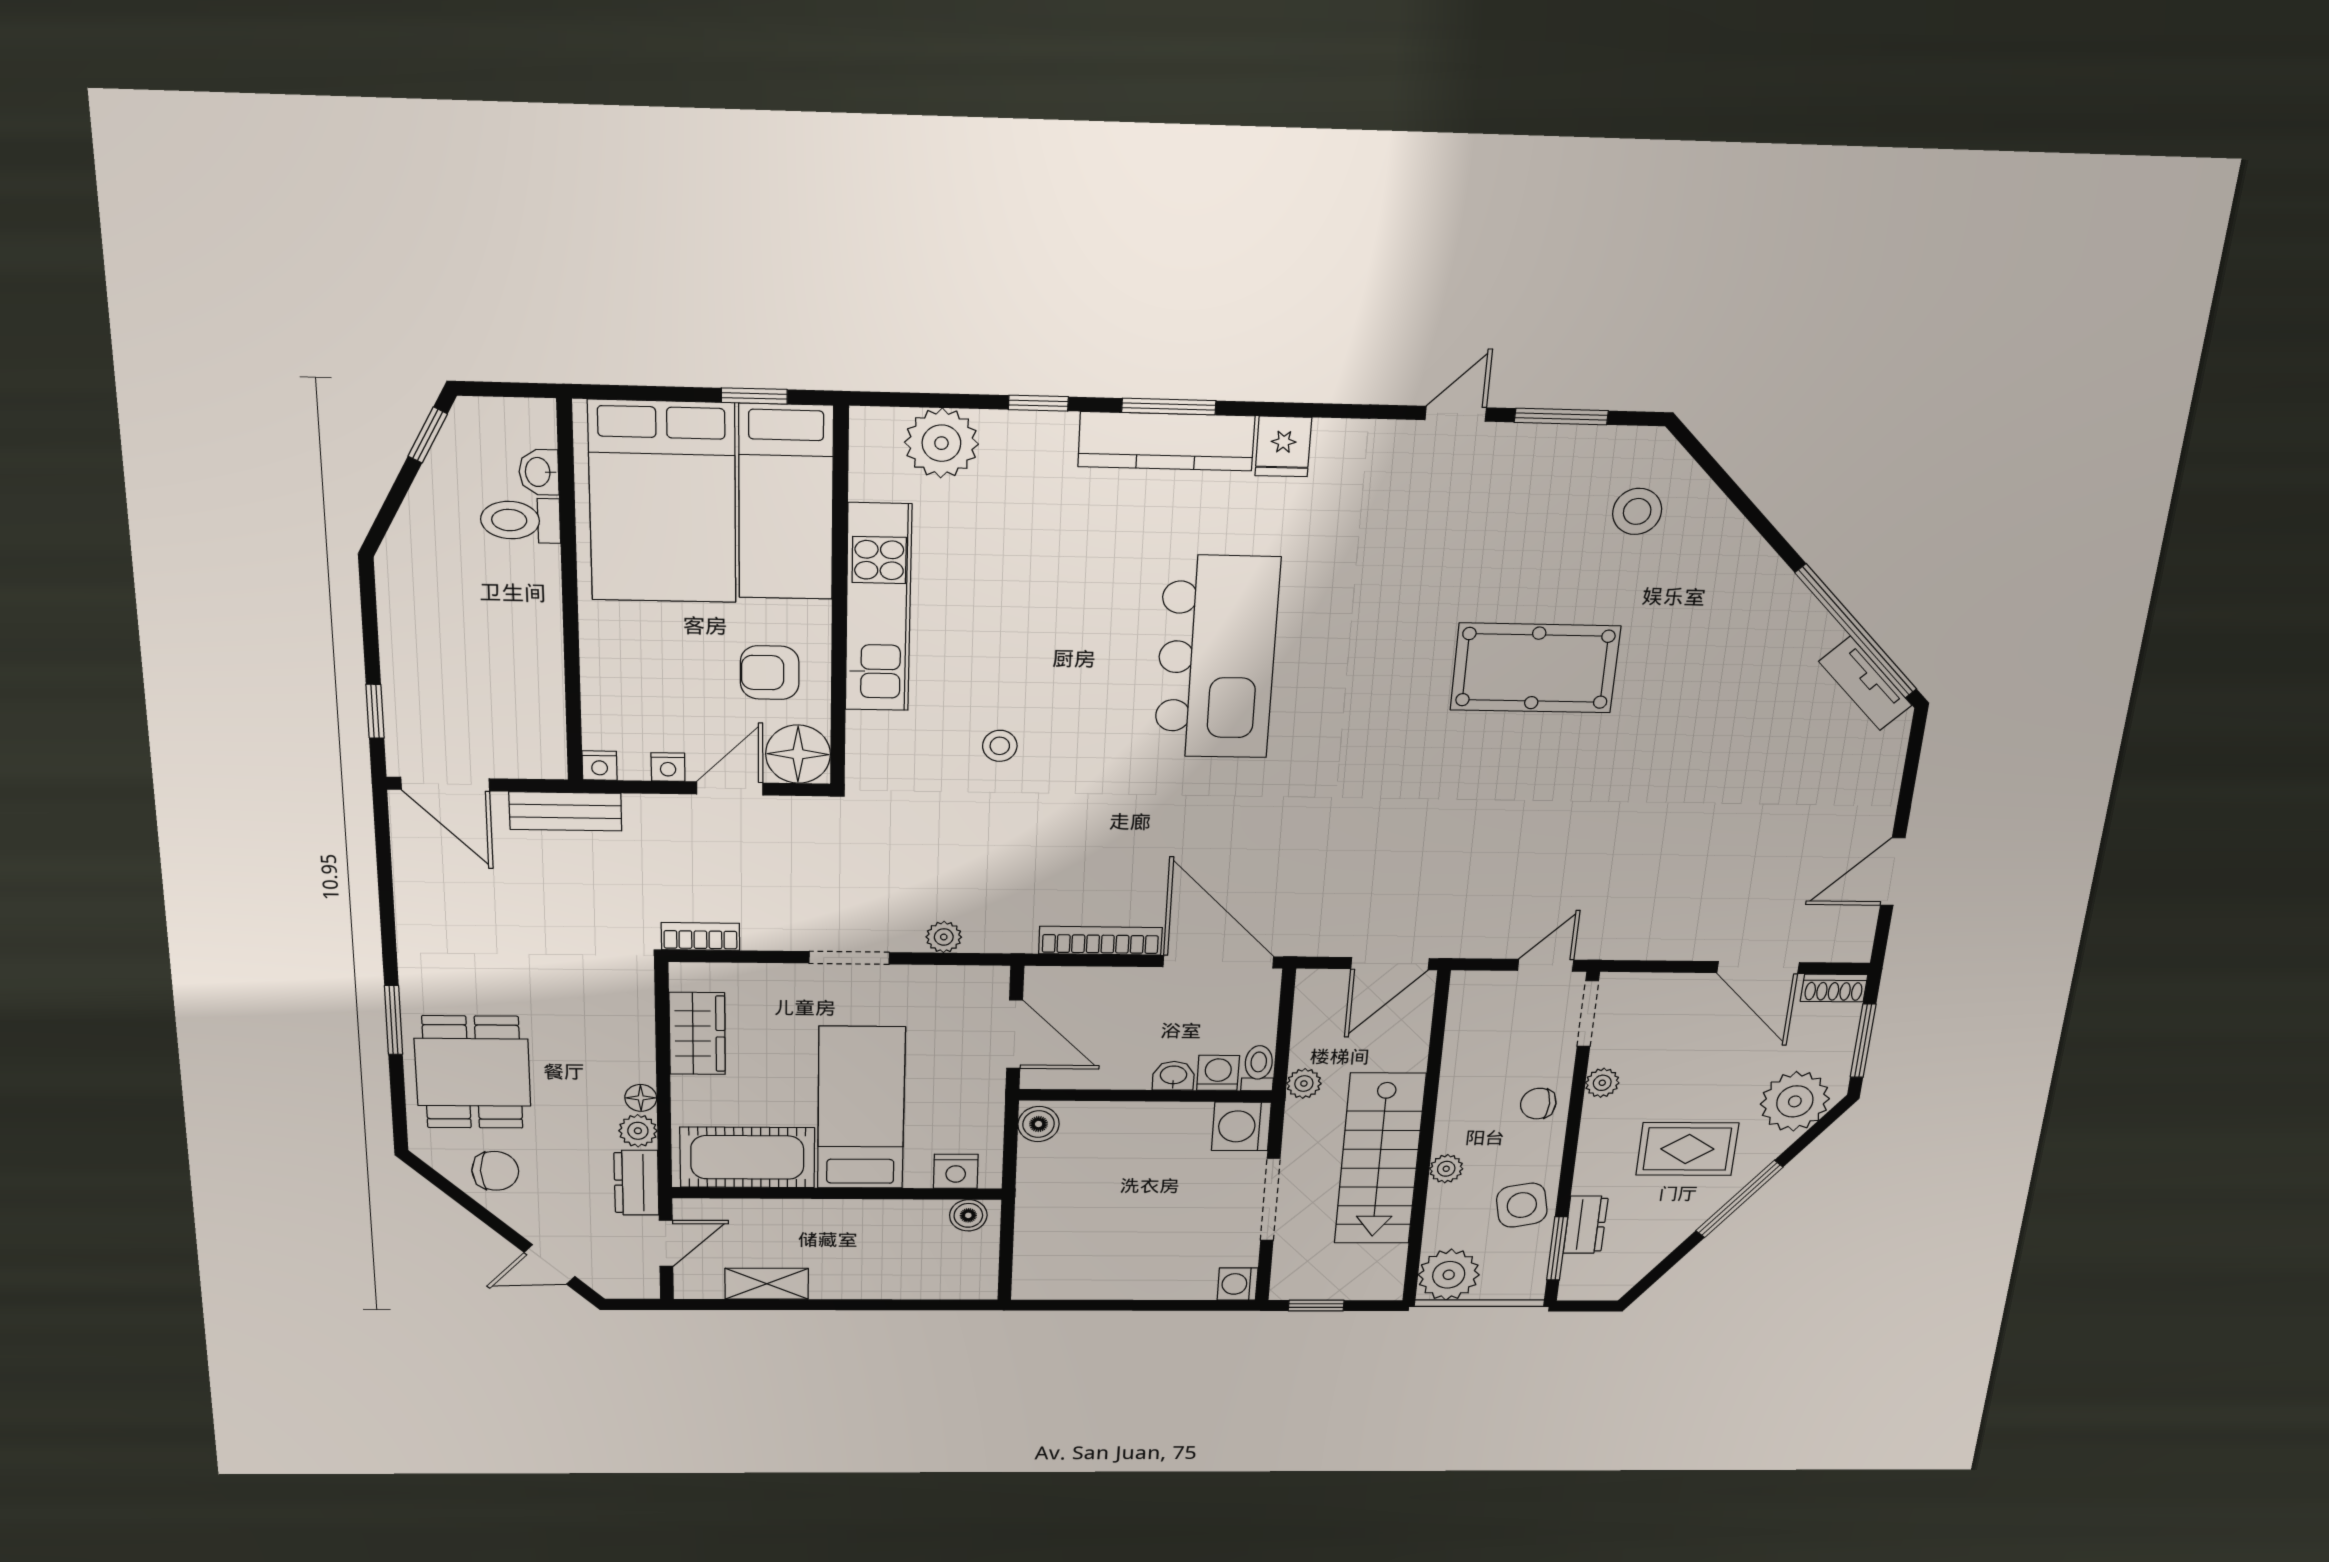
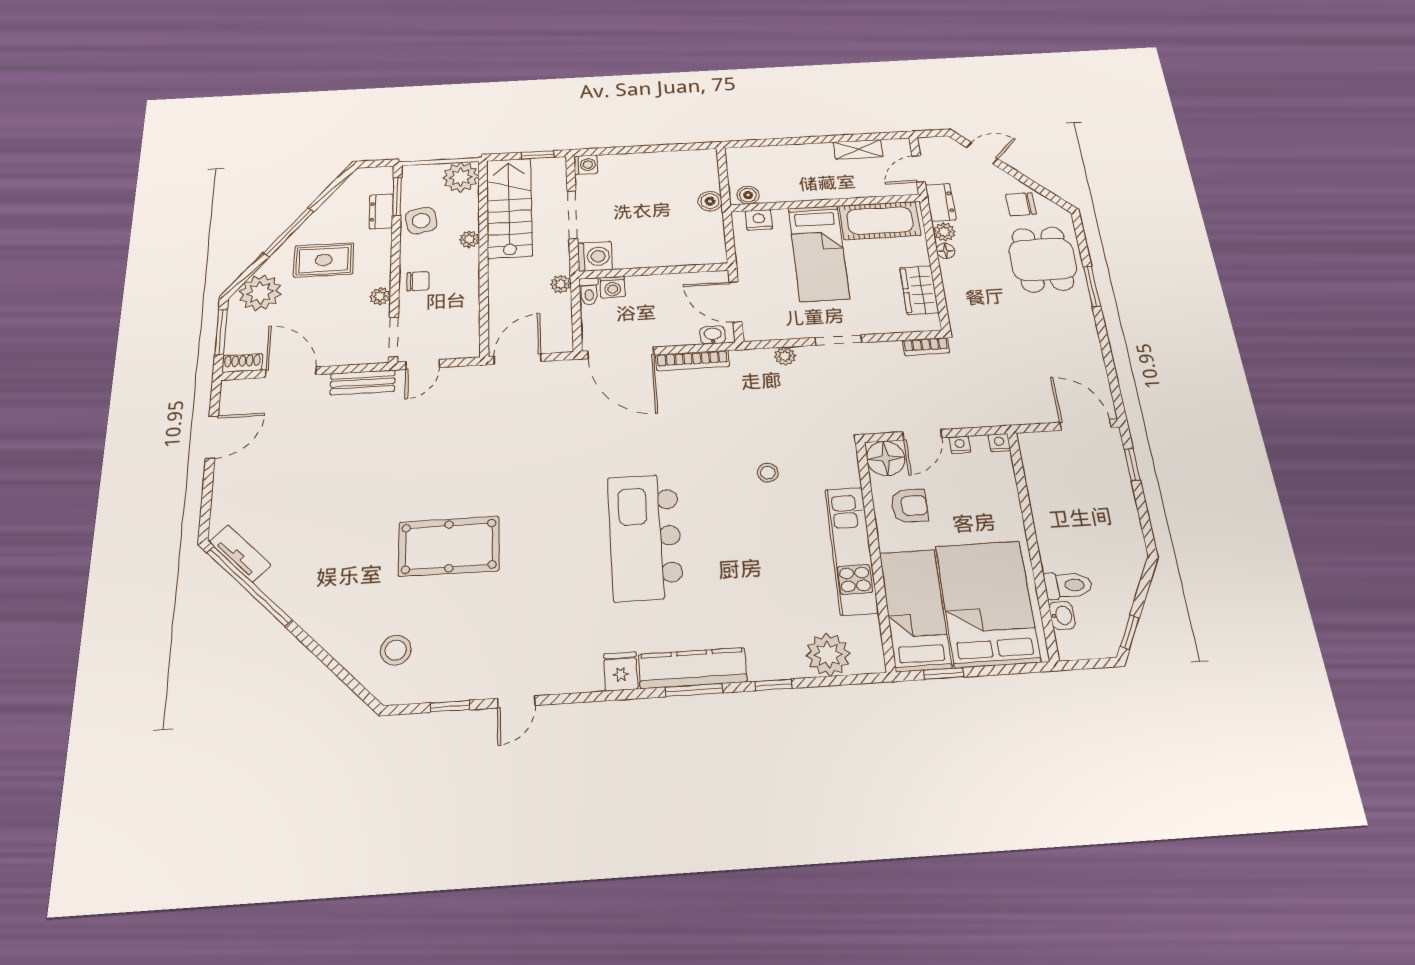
window: (1561, 417) -> (450, 706), width x0.67
bench: (565, 811) -> (363, 382), moved
washbasin: (1173, 1076) -> (713, 335), moved, turned 180
boiler: (1039, 1124) -> (710, 201), moved
stairs: (1380, 1159) -> (509, 208), moved

